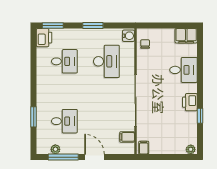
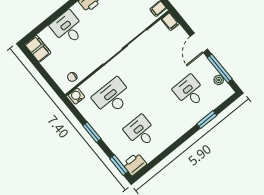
filing cabinet: (127, 137) -> (170, 22), moved

